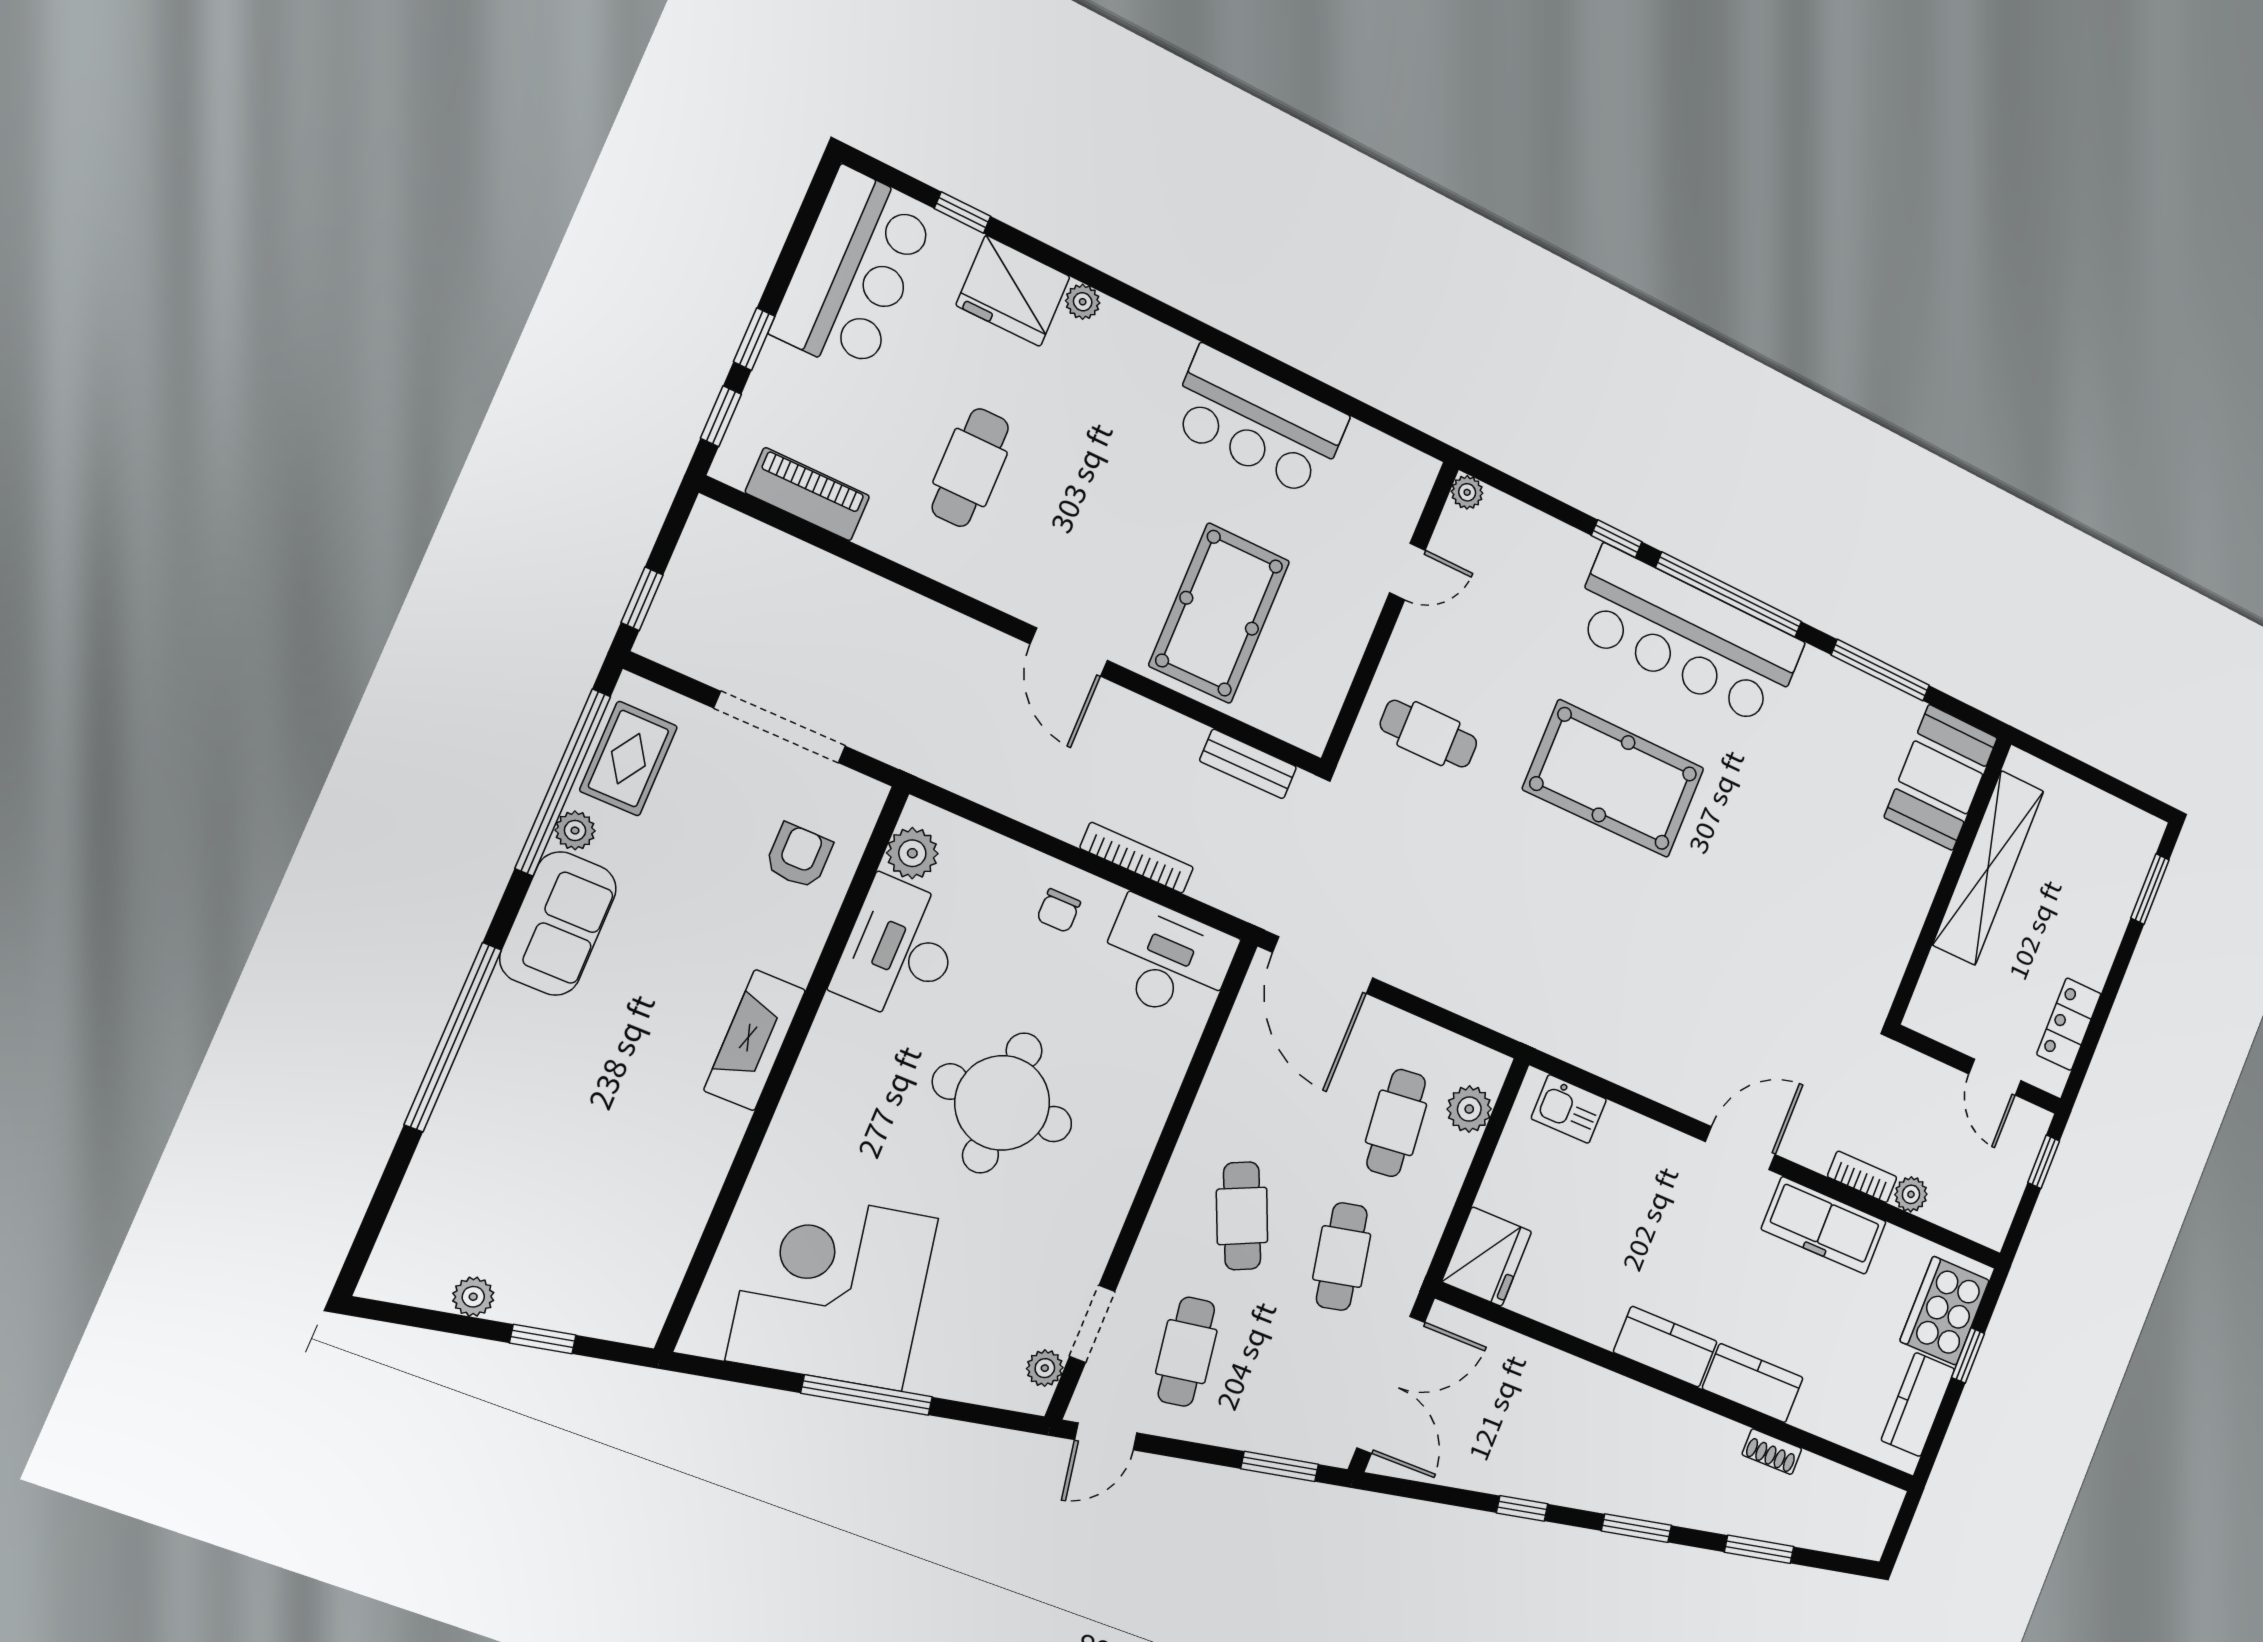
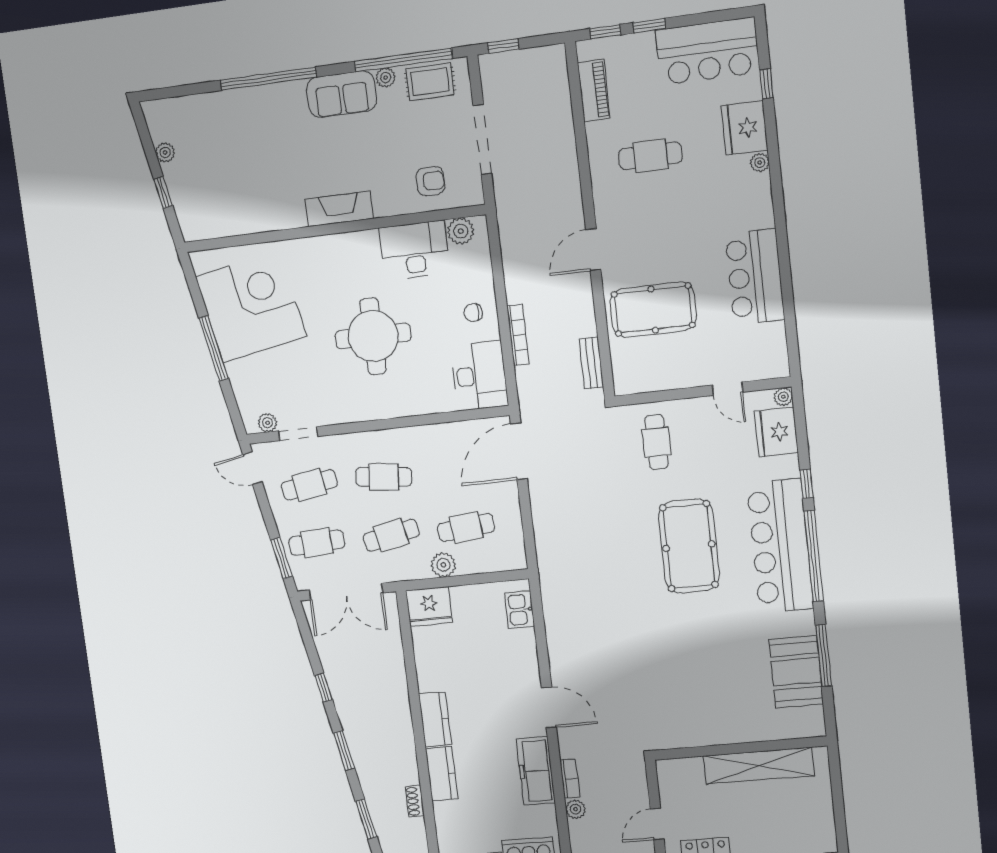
fridge: (1514, 536) -> (776, 432), added
booth: (1941, 777) -> (796, 672), moved, turned 90
plant: (1469, 1109) -> (443, 565), moved
cafe table: (1242, 1216) -> (384, 477), turned 30
cafe table: (1287, 1391) -> (317, 543), added

